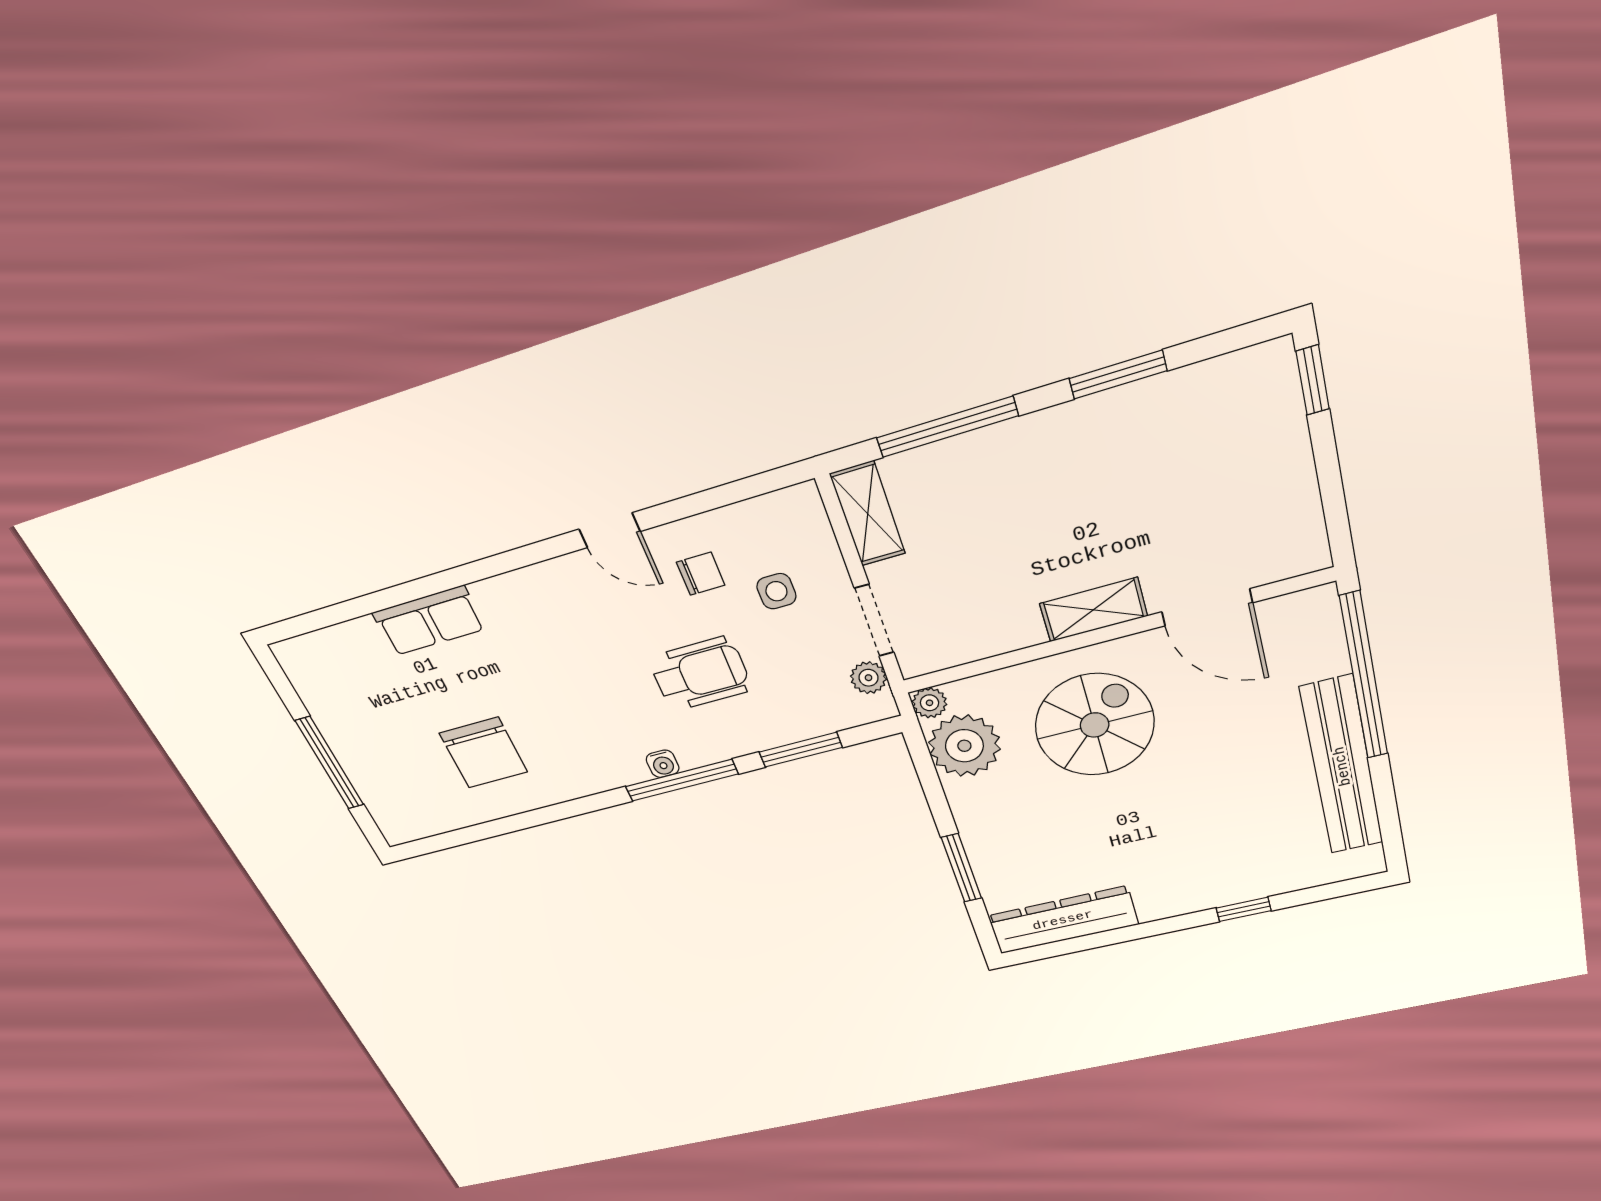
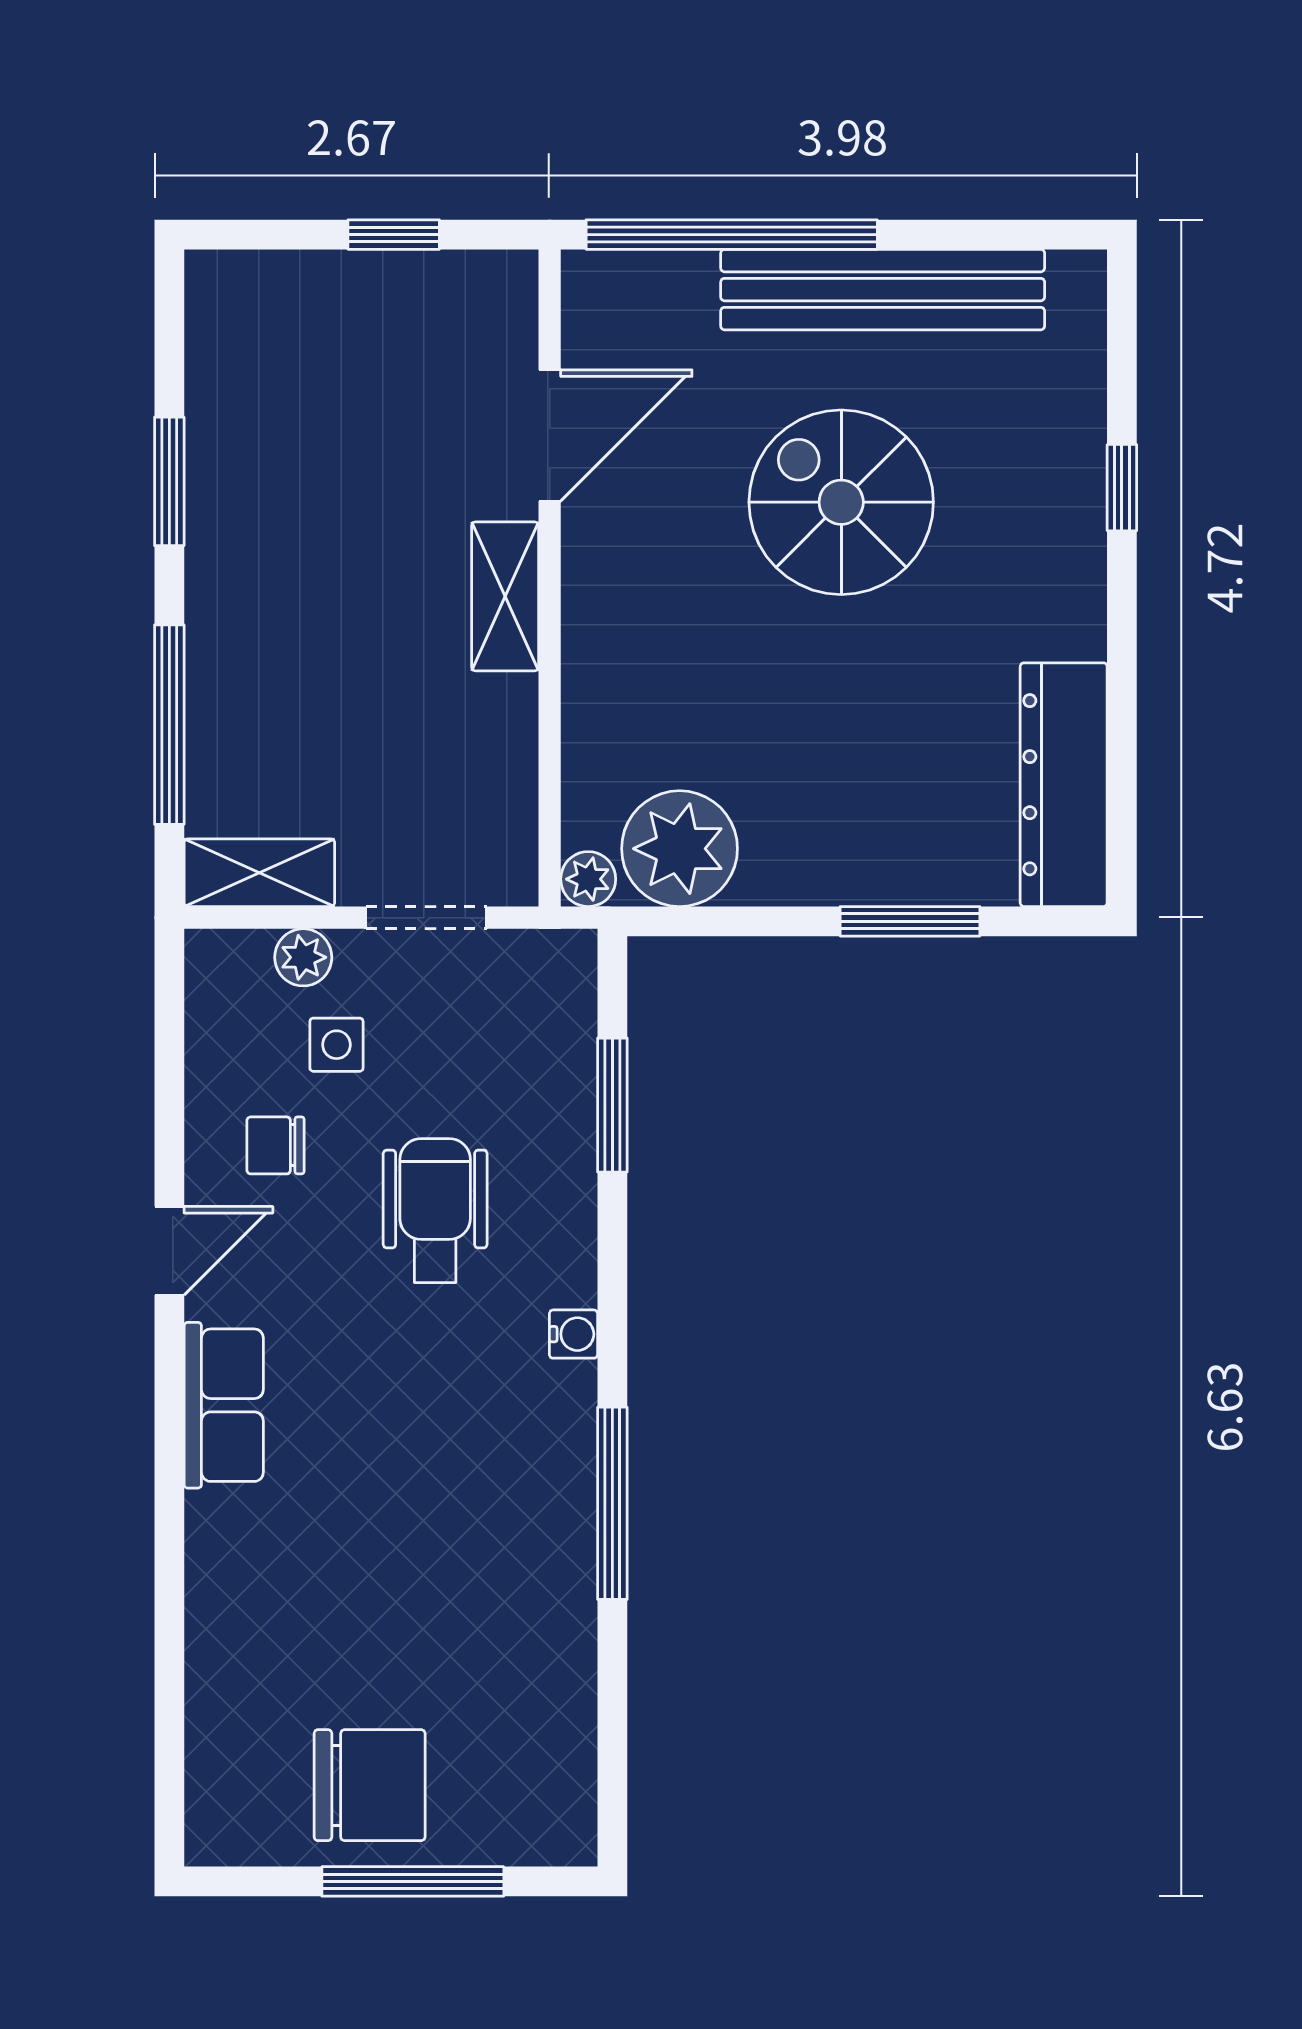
window: (1313, 380) -> (394, 235), moved
chair: (701, 574) -> (276, 1145), turned -90
row of seats: (429, 621) -> (224, 1405), moved
plant: (868, 678) -> (303, 957), moved
spiral stairs: (1095, 725) -> (841, 502), moved
chair: (483, 753) -> (370, 1785), moved
window: (682, 780) -> (612, 1503), moved

